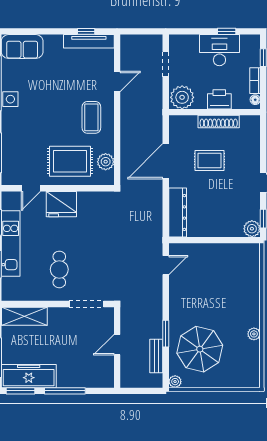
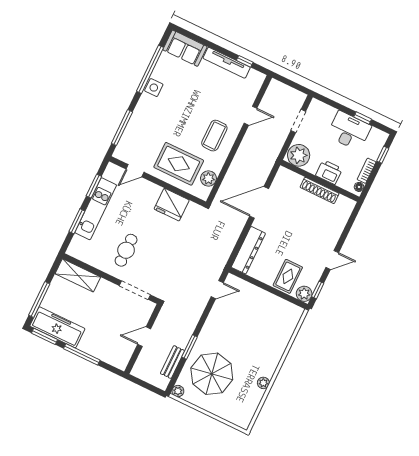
tv unit: (89, 41) -> (227, 63), moved
rug: (210, 160) -> (288, 276), moved, turned 90
fridge: (61, 204) -> (172, 205), moved

